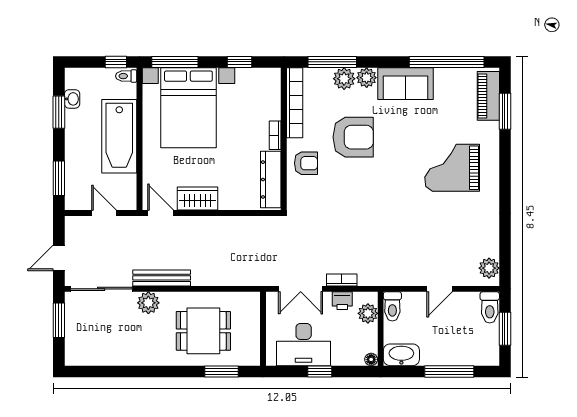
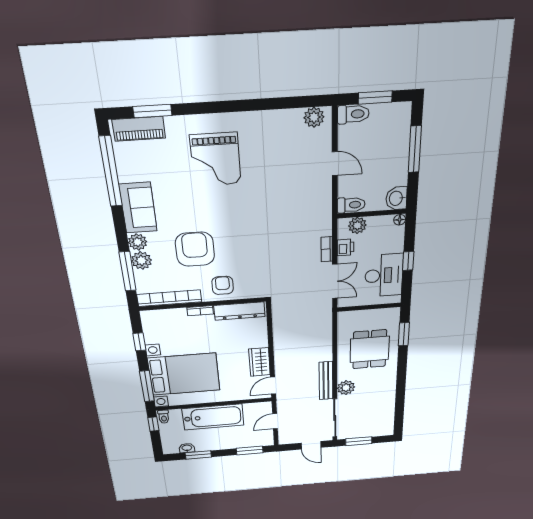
washbasin: (401, 355) -> (396, 198), width x0.72

